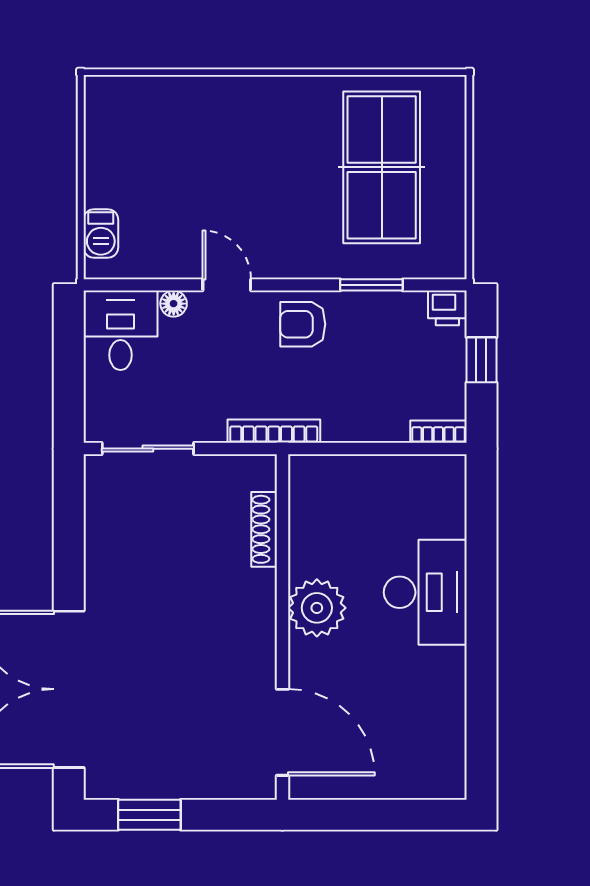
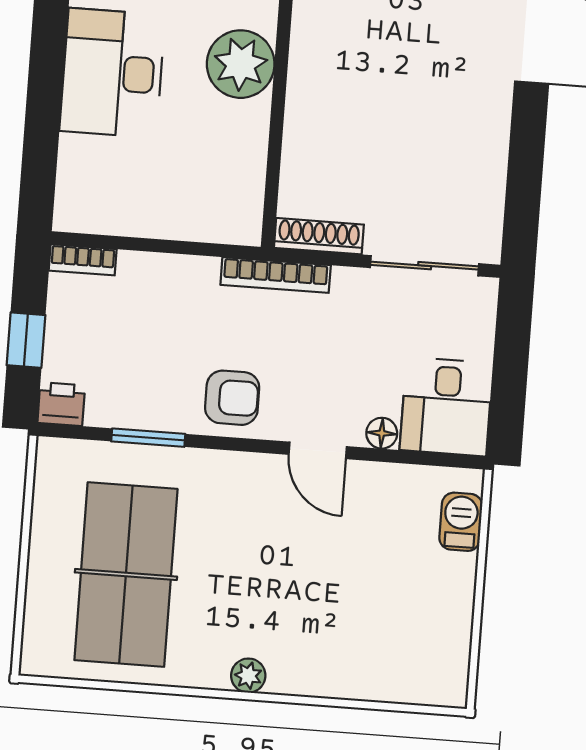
plant: (271, 89) -> (248, 676), added
shoe rack: (264, 529) -> (319, 236), moved, turned -90

